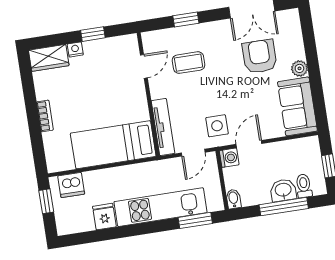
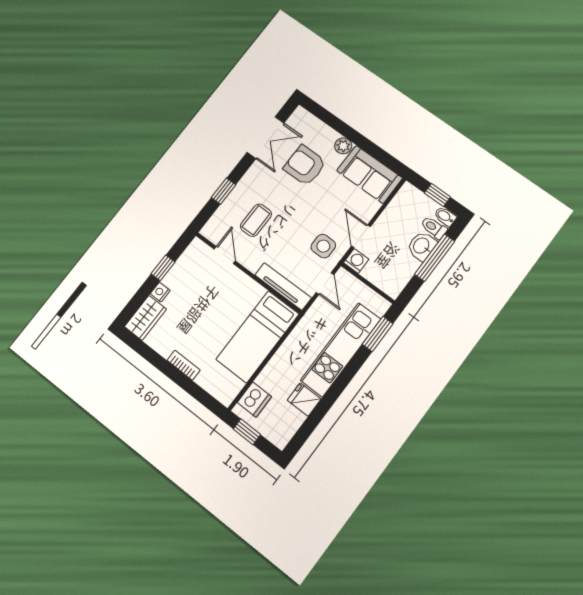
bidet: (233, 199) -> (445, 216), moved

